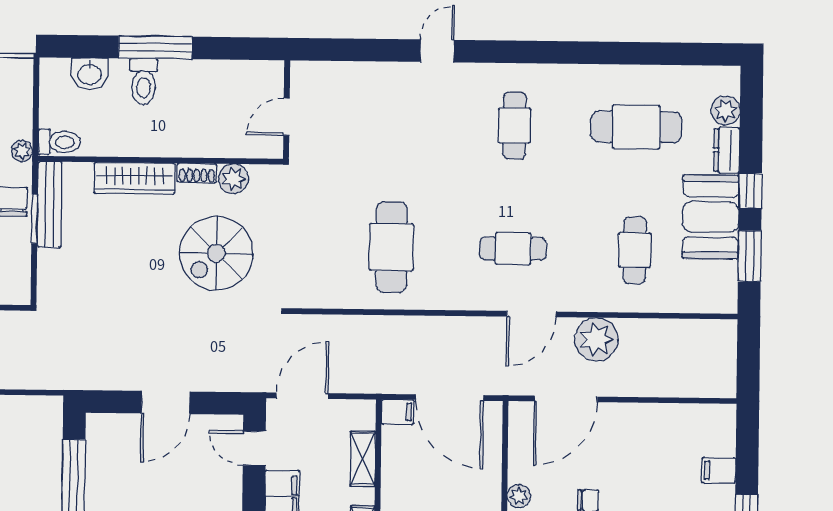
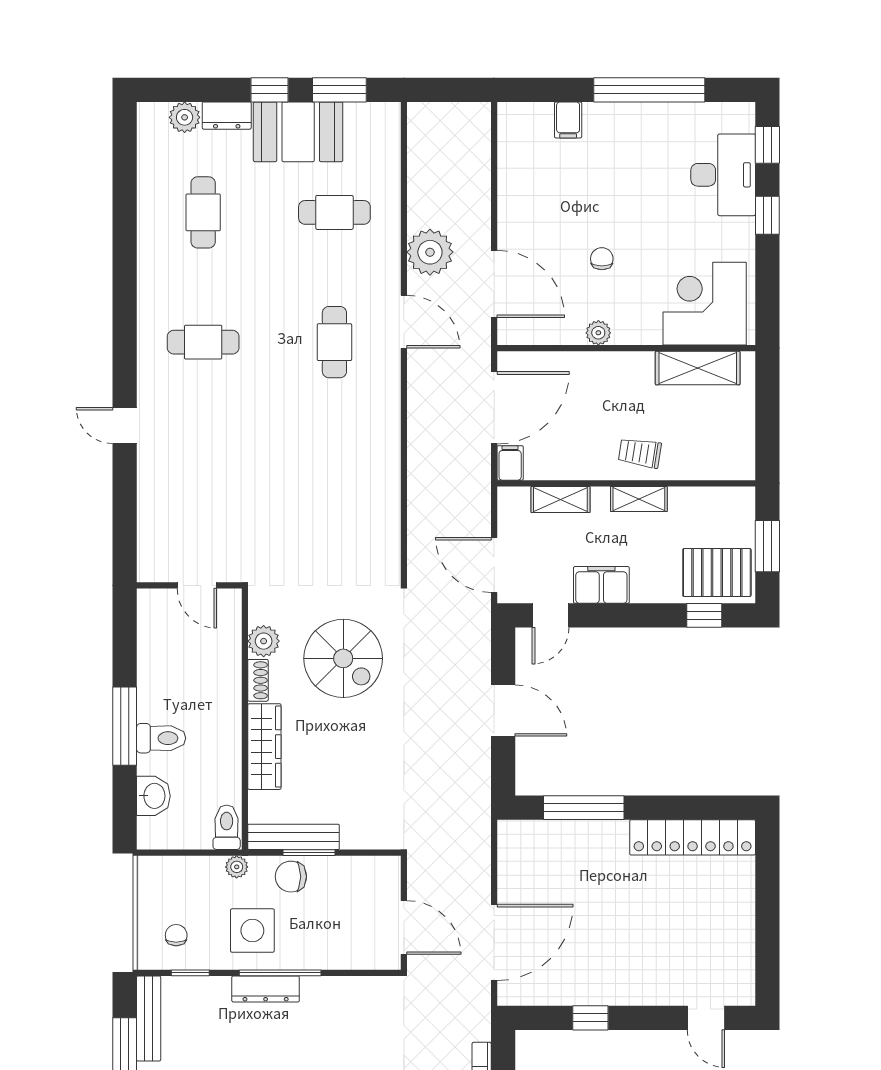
cafe table: (636, 127) -> (203, 212), width x0.73, depth x0.74
cafe table: (391, 247) -> (334, 472), removed

